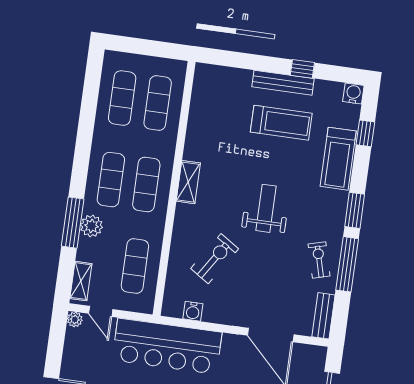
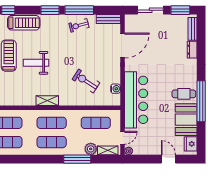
weight bench: (266, 208) -> (36, 63), moved
plant: (91, 226) -> (91, 149), moved

